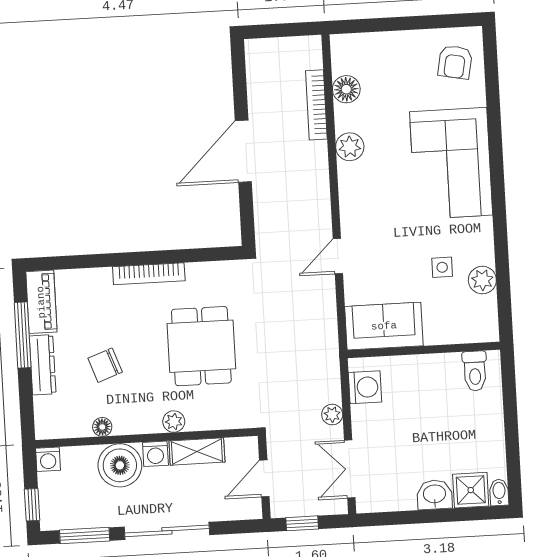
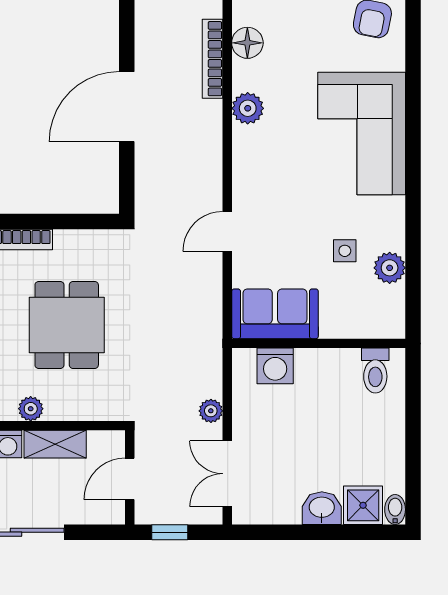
washing machine: (365, 387) -> (275, 366), moved, turned 90

